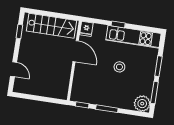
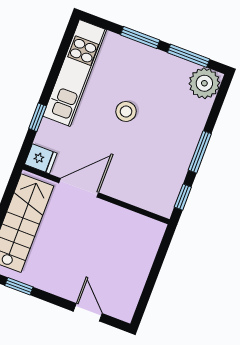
window: (118, 24) -> (38, 117), moved
door: (14, 69) -> (88, 312), hinge flipped

